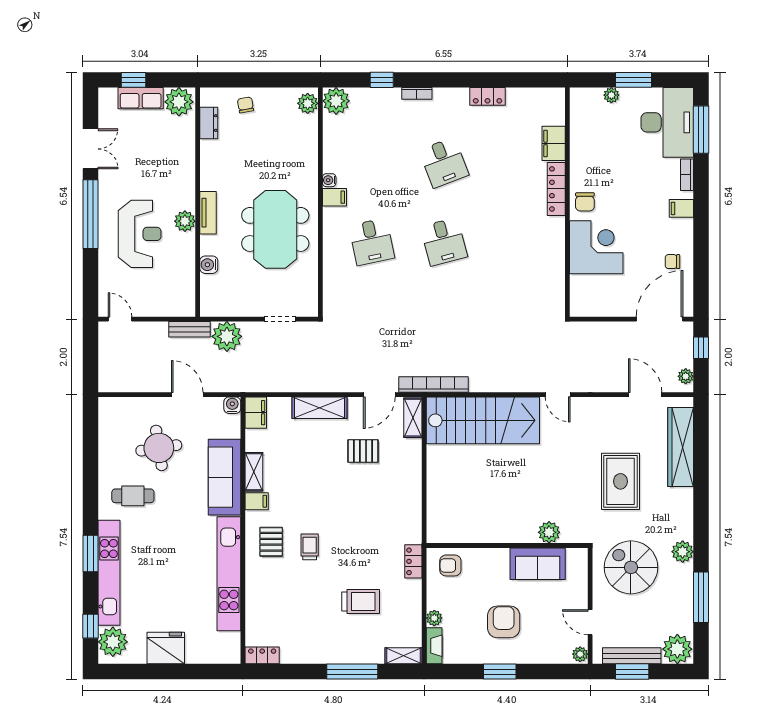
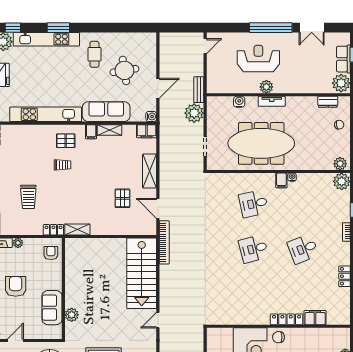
meeting table: (275, 229) -> (261, 143), width x1.36
reception desk: (140, 234) -> (258, 59), turned 180
shelving: (413, 418) -> (77, 229), moved
armchair: (504, 622) -> (16, 286), turned -90

